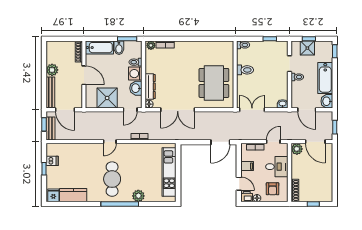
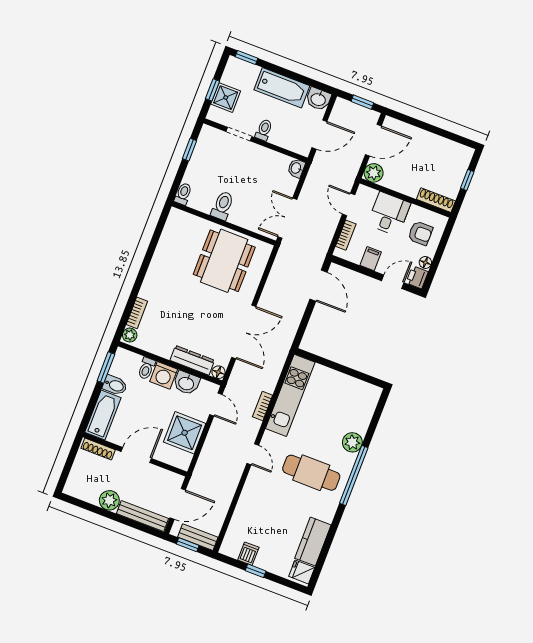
dining table: (214, 83) -> (224, 261), turned 90
kitchen unit: (169, 172) -> (290, 395), moved, turned -90

